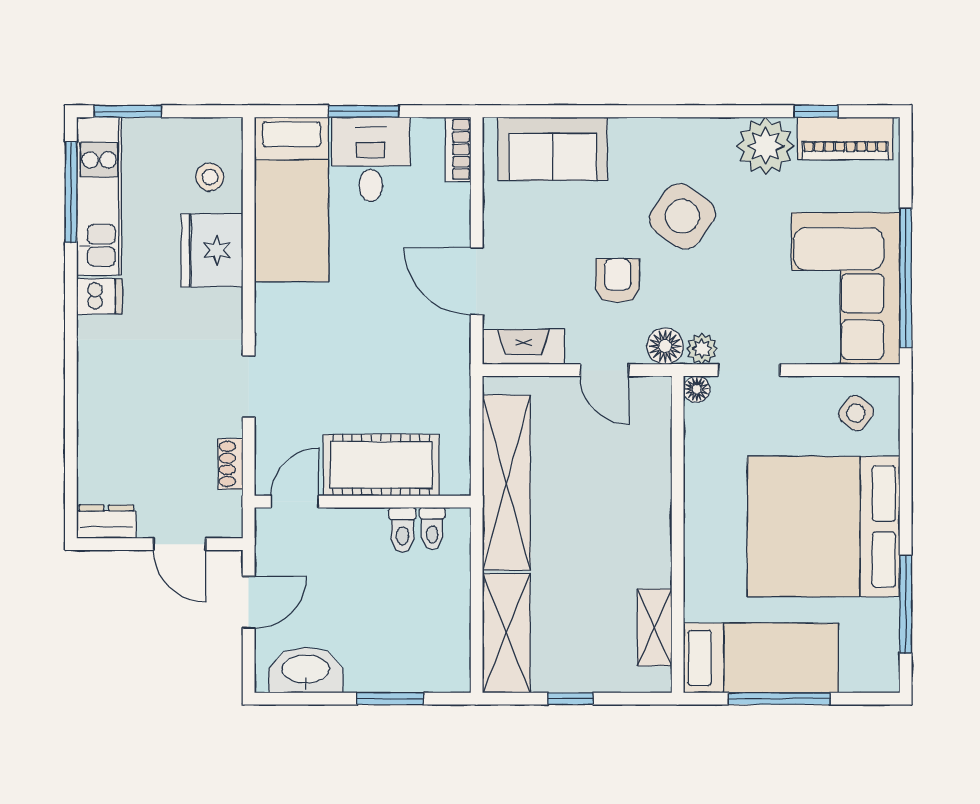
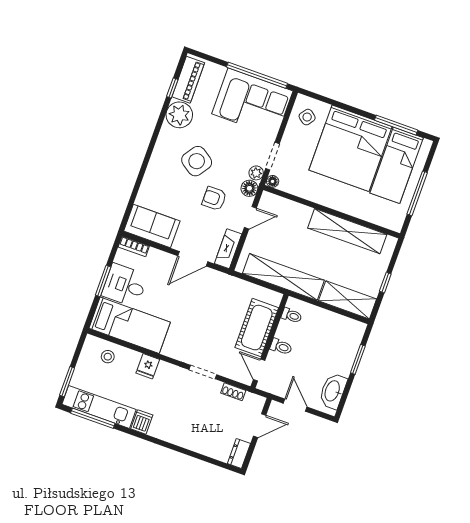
sofa: (553, 149) -> (152, 226), moved, turned -90
fridge: (212, 250) -> (148, 366), width x0.53, depth x0.75
toilet: (402, 530) -> (281, 347), moved
shelving: (655, 628) -> (347, 231), width x2.20, depth x1.33
bed: (761, 658) -> (397, 165), moved, turned 180

